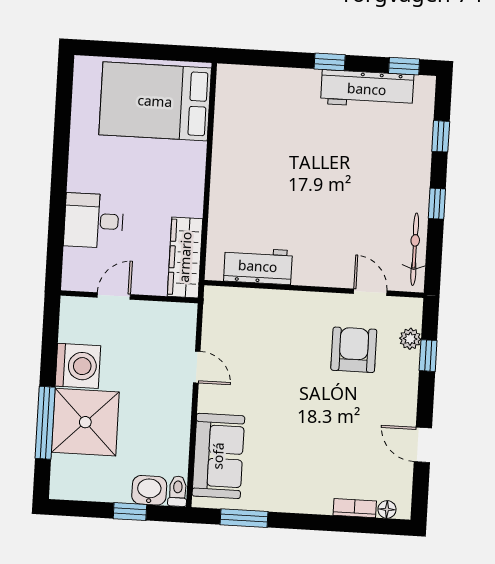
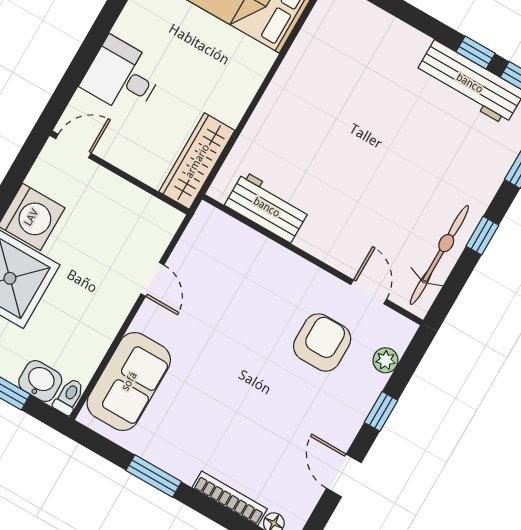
window: (330, 62) -> (476, 53), moved
bicycle: (415, 249) -> (439, 255), width x1.37, depth x1.40
door: (114, 296) -> (73, 146), moved
window: (428, 356) -> (381, 411), moved
bookcase: (355, 508) -> (230, 498), width x1.56
window: (244, 518) -> (154, 476), moved

